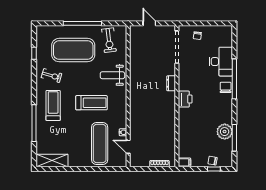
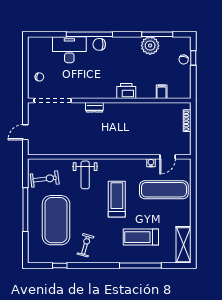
printer: (185, 99) -> (126, 91), moved
treadmill: (53, 105) -> (141, 237), moved
filing cabinet: (185, 162) -> (162, 92), moved

